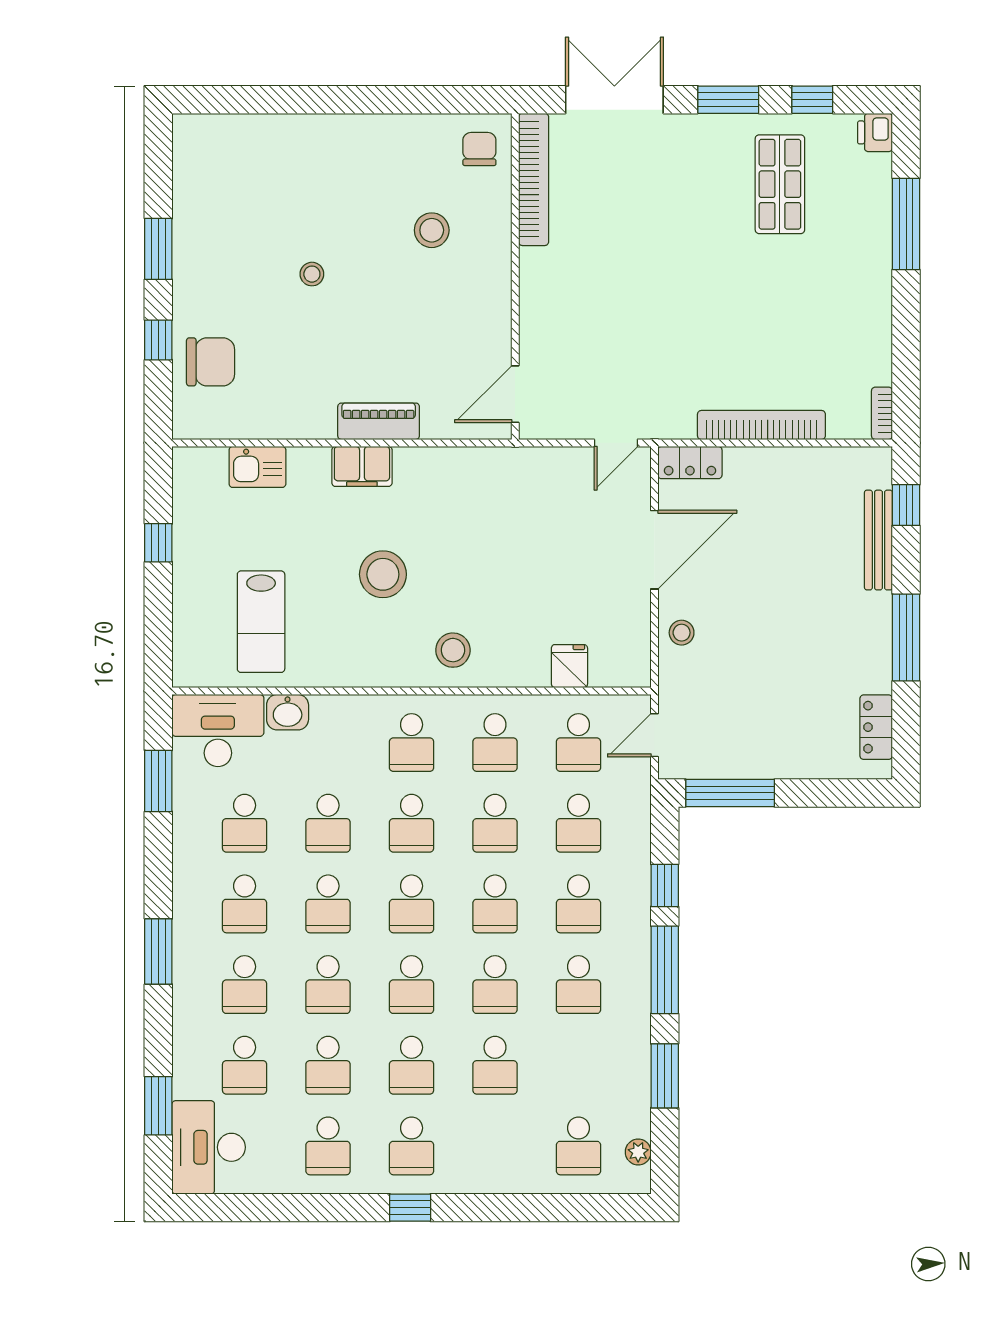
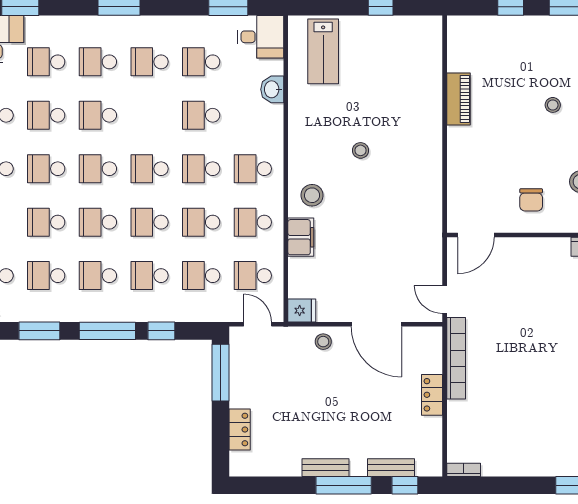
chair: (211, 362) -> (531, 200), moved, width x0.73, depth x0.73
door: (515, 394) -> (476, 235), swing flipped
piano: (379, 421) -> (459, 99), moved
bookcase: (761, 425) -> (456, 358), moved
locker: (690, 463) -> (432, 395), moved
filing cabinet: (362, 466) -> (301, 237), moved, turned 180
kitchen sink: (257, 467) -> (429, 70), removed
bench: (878, 540) -> (391, 468), width x0.73
stool: (383, 574) -> (361, 150), width x0.53, depth x0.53
lab bench: (261, 622) -> (323, 51), moved, turned -90
bench: (878, 629) -> (325, 468), added
window: (906, 637) -> (344, 485), moved
fridge: (569, 666) -> (302, 311), moved
locker: (876, 727) -> (240, 430), moved, turned 90
desk: (218, 731) -> (261, 37), width x0.73
school desk: (328, 904) -> (46, 276), moved

